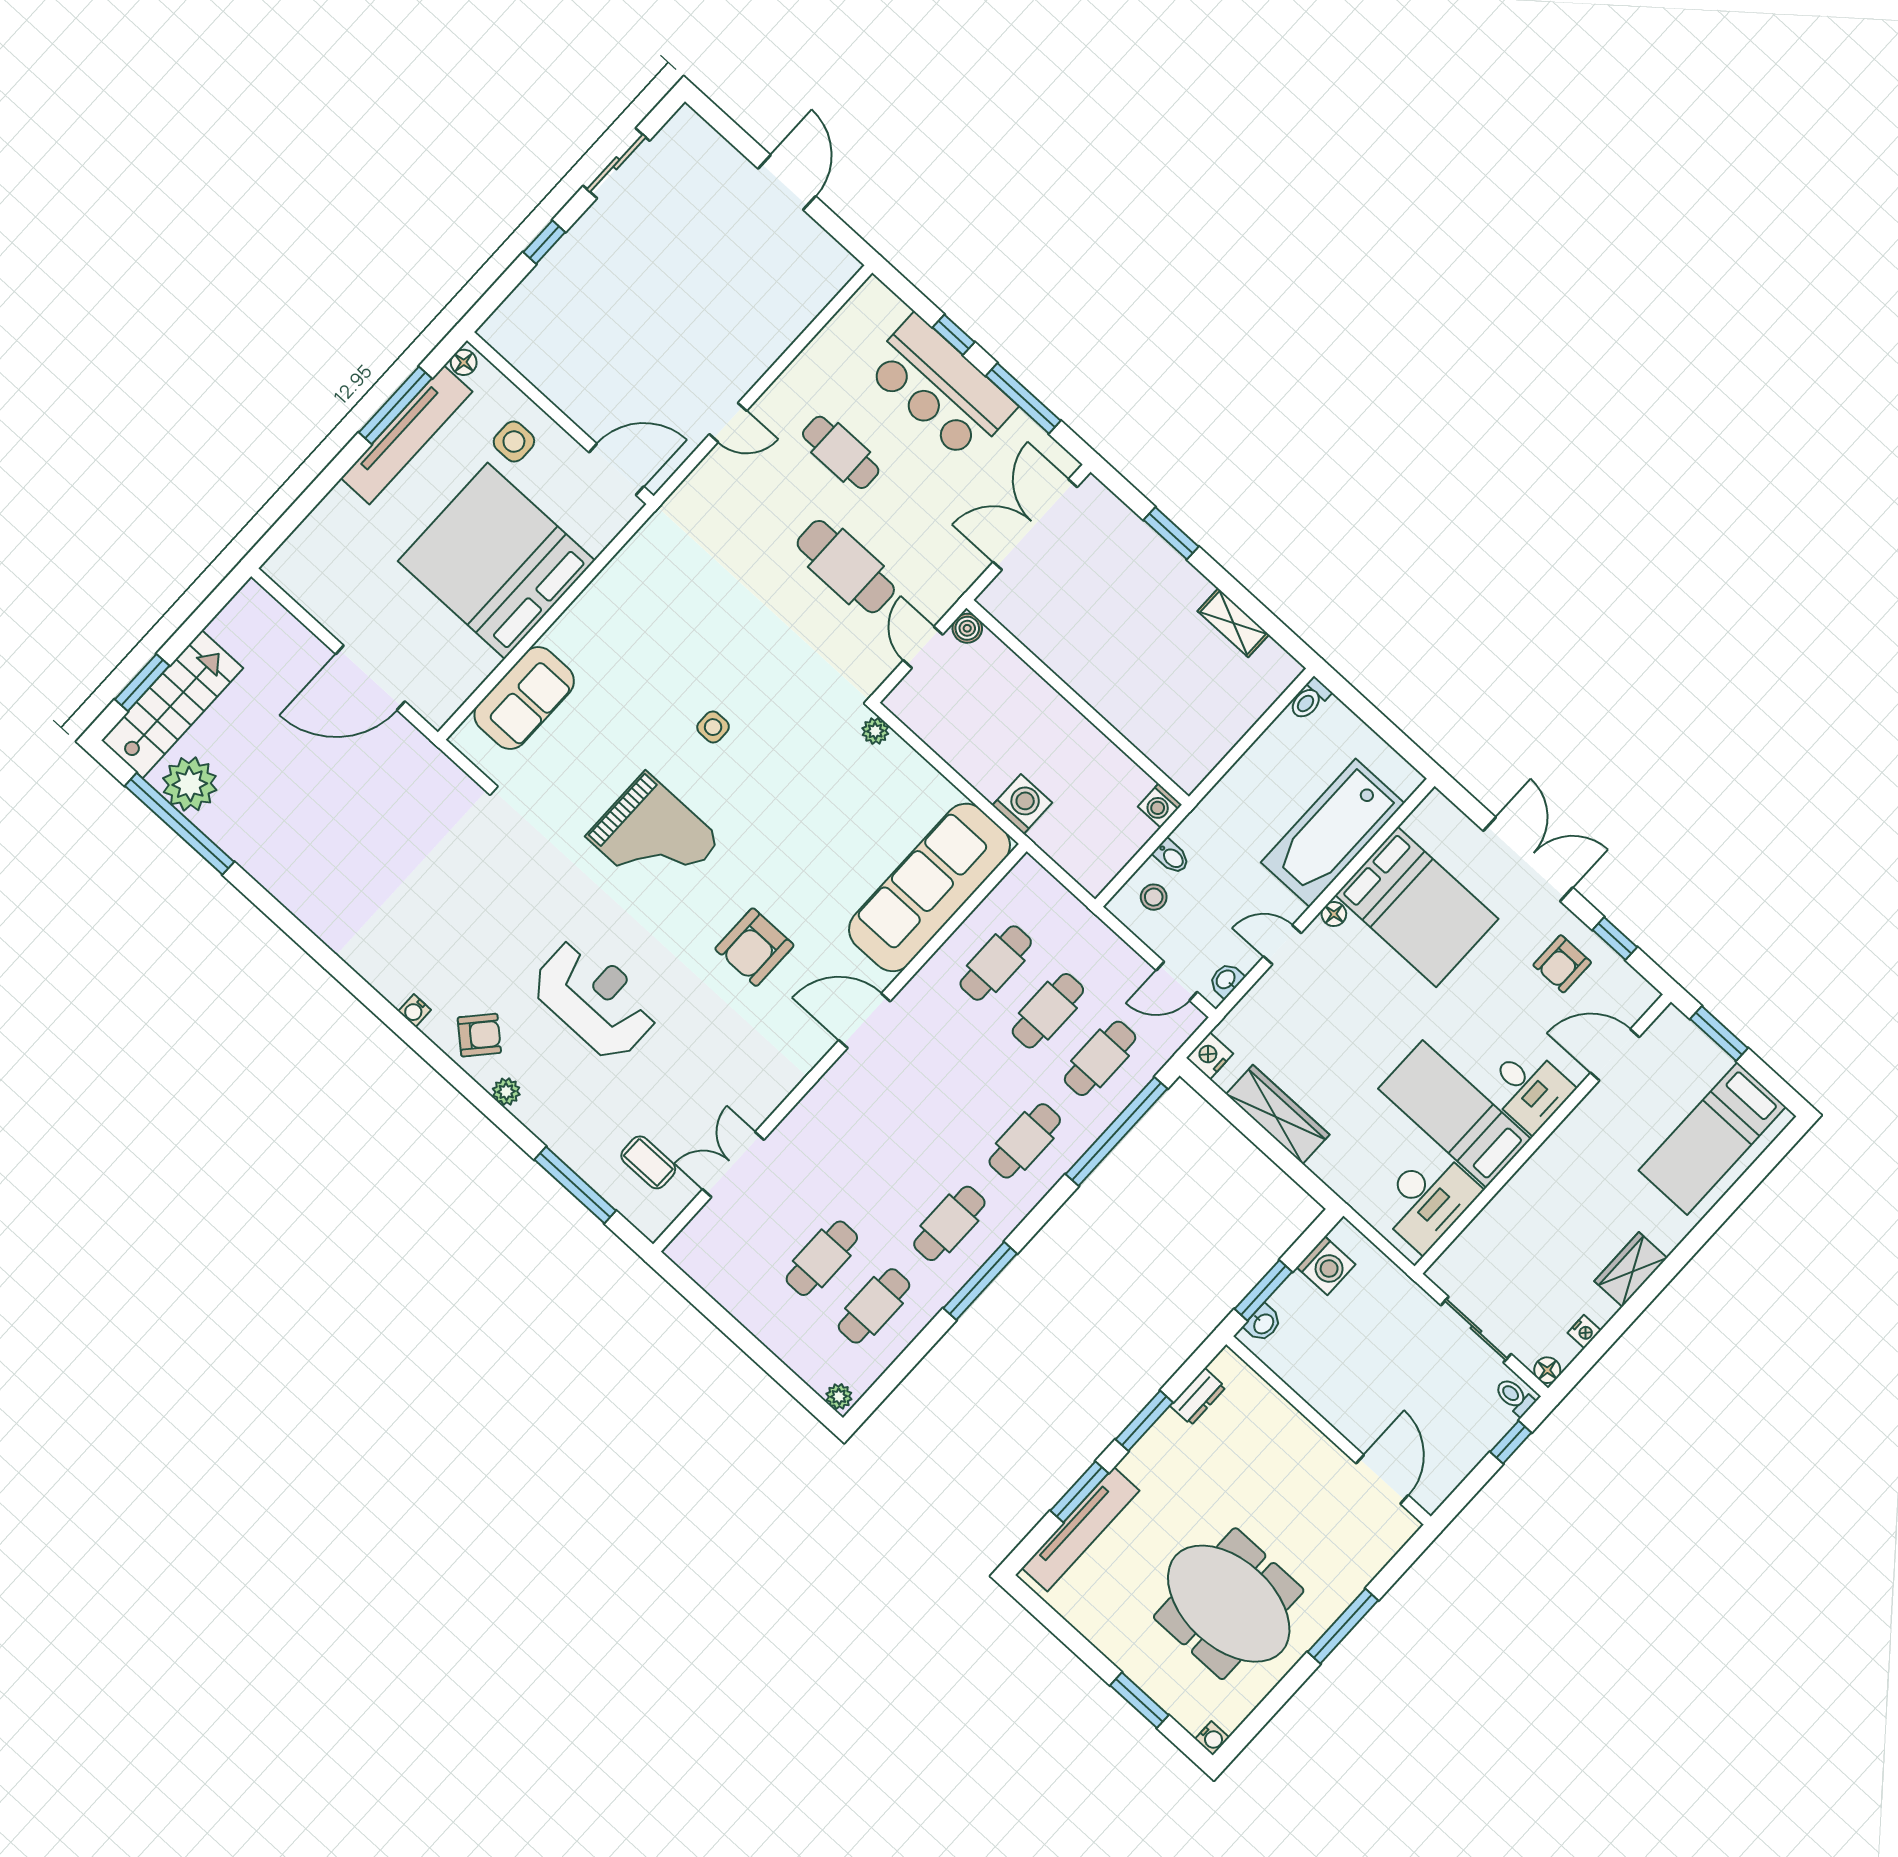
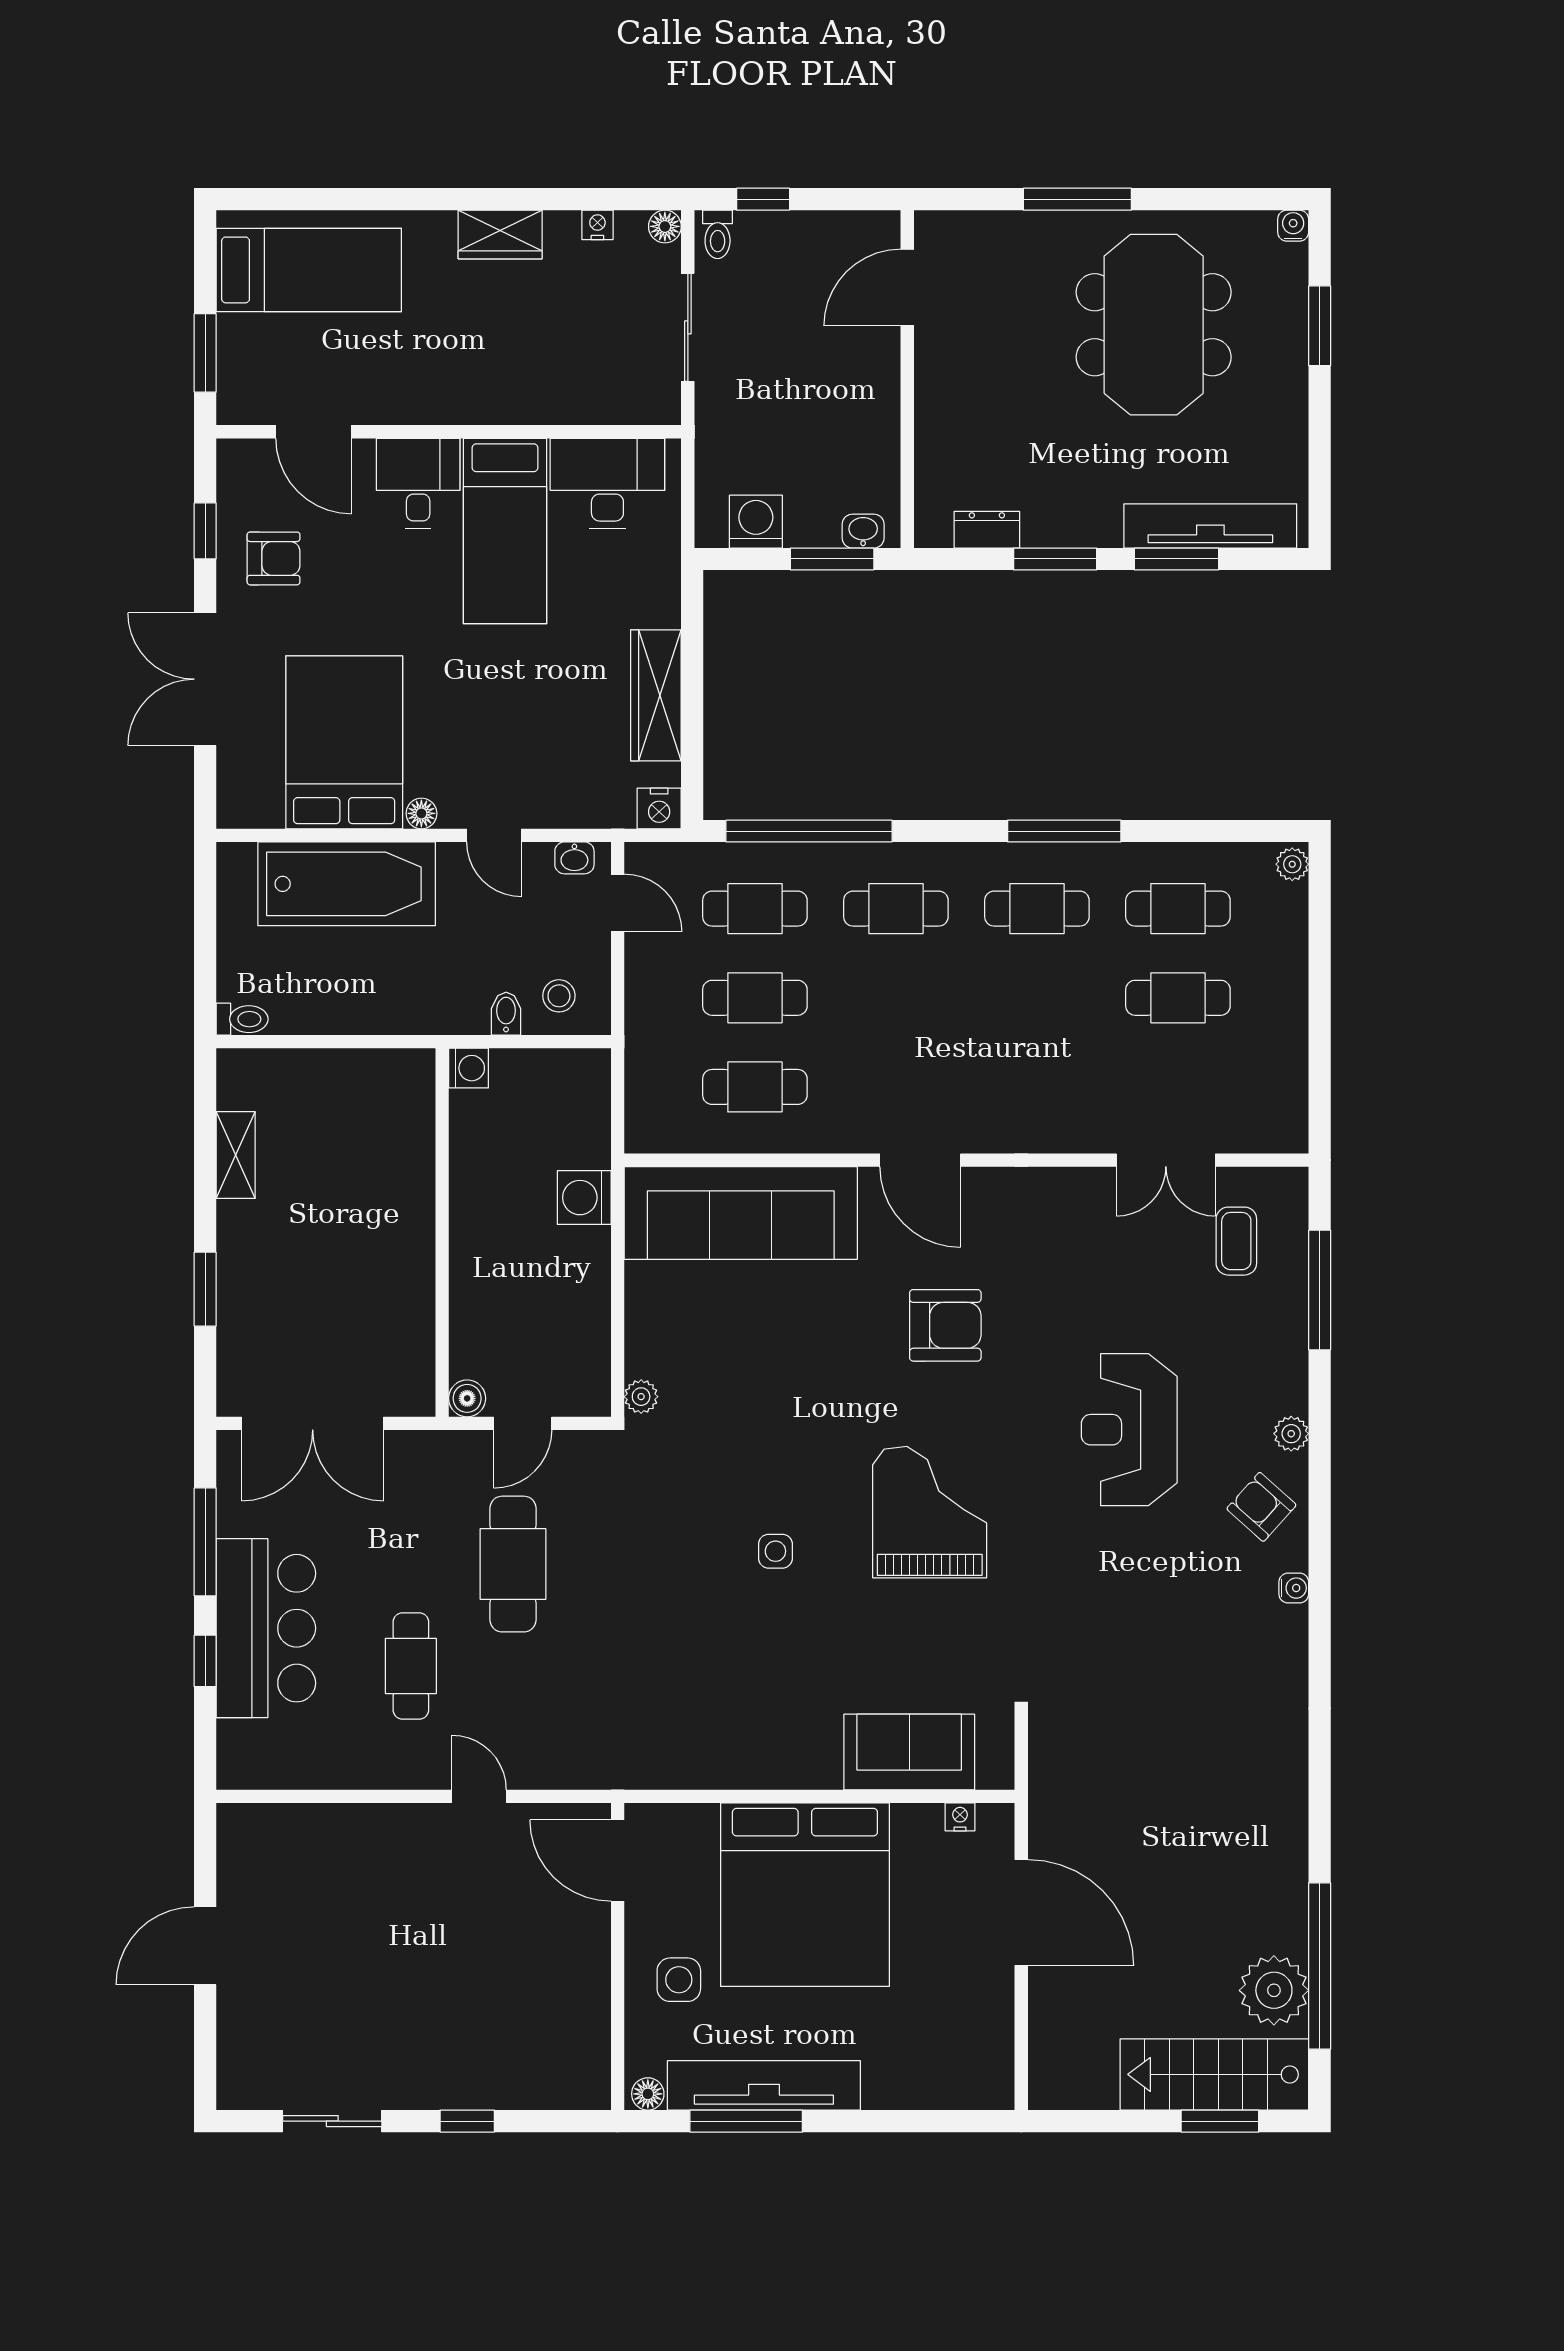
nightstand: (459, 693) -> (960, 1817), added

